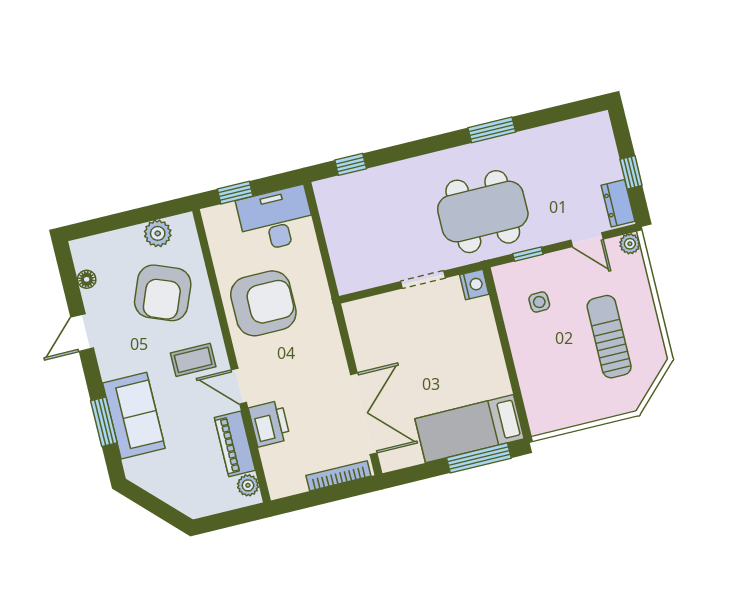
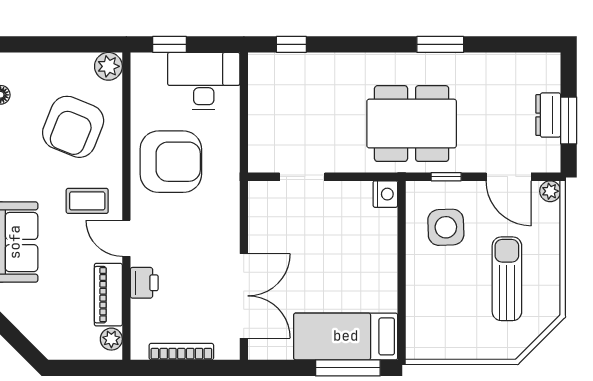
window: (631, 172) -> (569, 120), width x1.50
dresser: (618, 203) -> (548, 115), moved
plant: (158, 233) -> (108, 66), moved
door: (587, 240) -> (509, 177), width x1.38
doorway: (423, 280) -> (302, 177), moved
side table: (539, 302) -> (446, 227), width x1.87, depth x1.87
printer: (269, 424) -> (144, 283), width x0.73, depth x0.81
bookcase: (338, 476) -> (181, 352), moved

